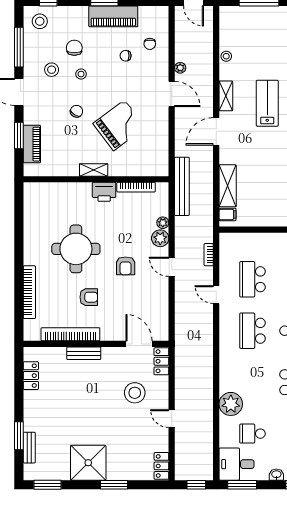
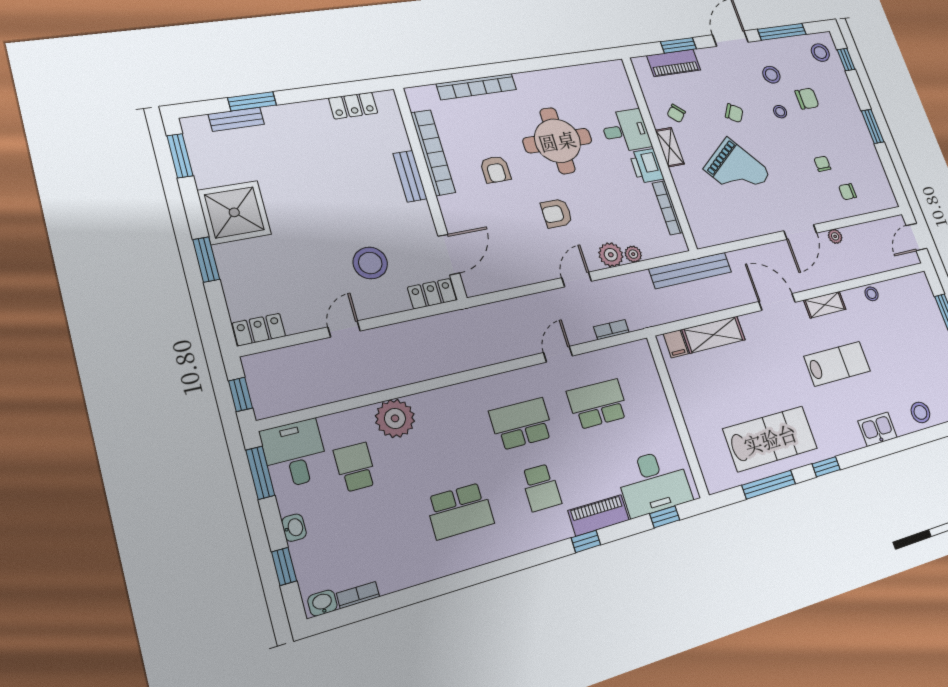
piano: (113, 16) -> (861, 140), removed
chair: (70, 156) -> (676, 113), added
desk: (77, 198) -> (626, 131), added

